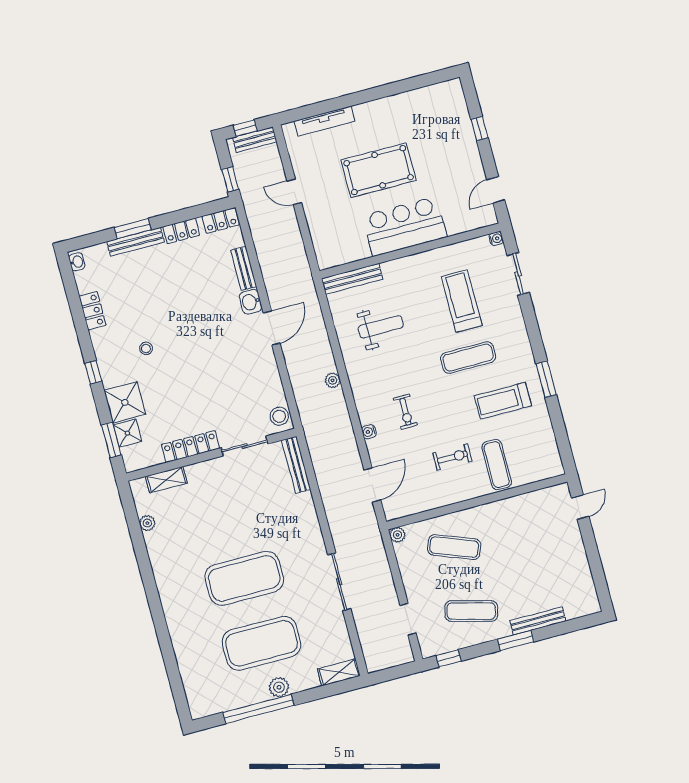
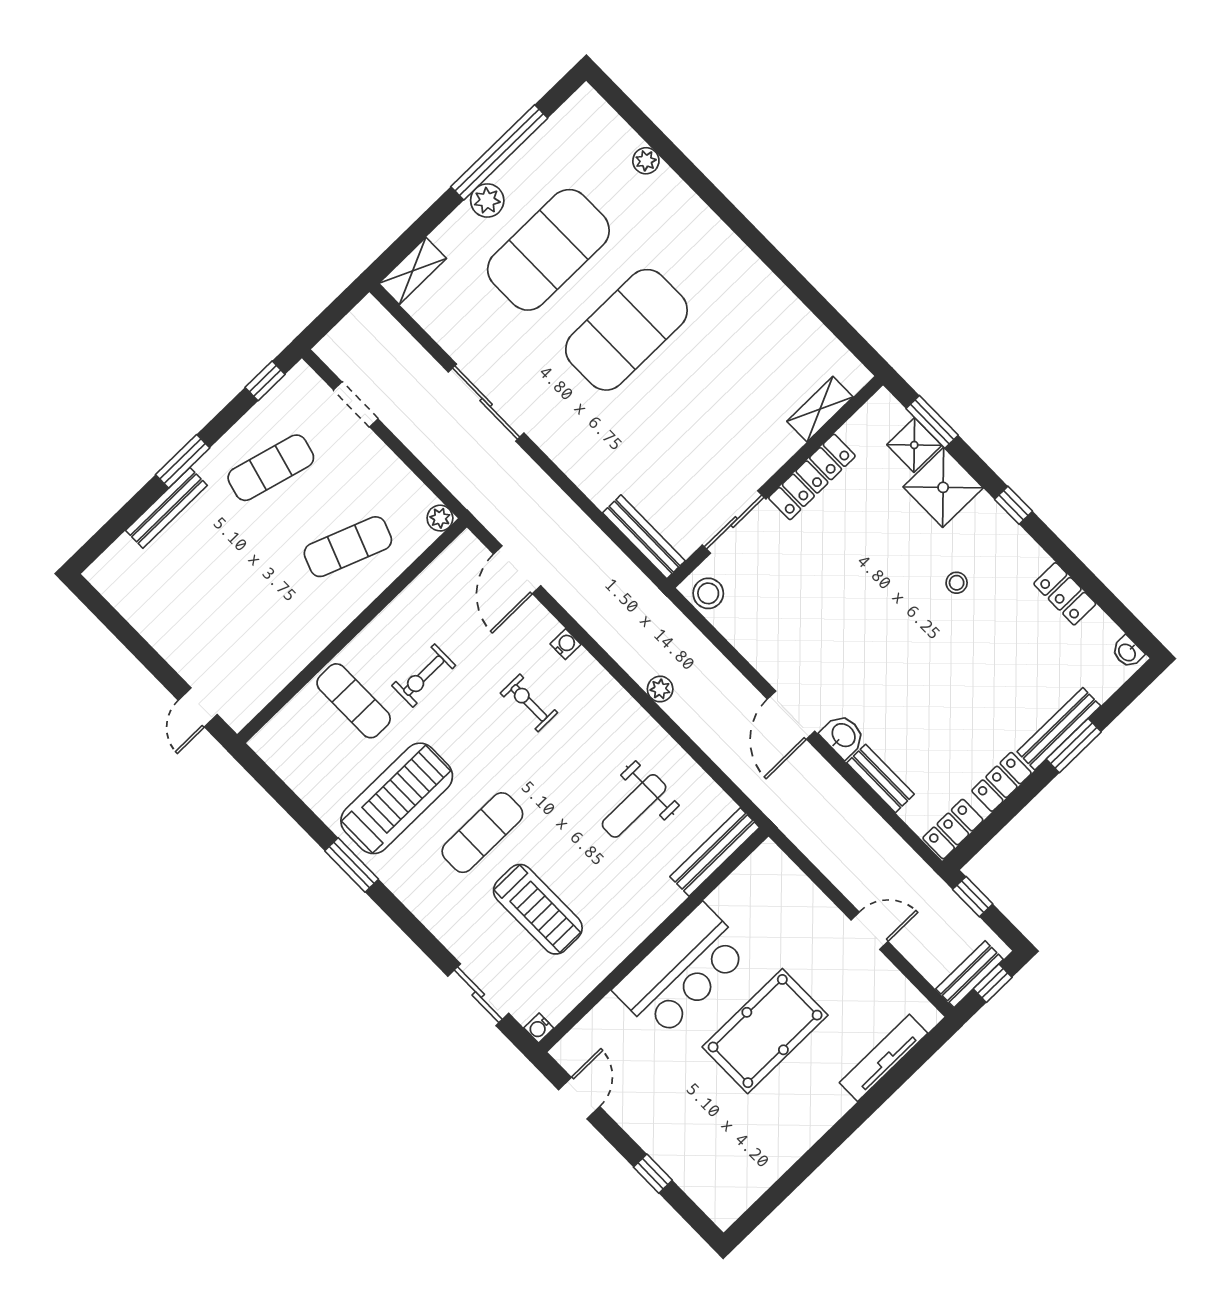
treadmill: (503, 401) -> (397, 798), width x1.37, depth x1.38
plant: (147, 523) -> (646, 161), moved

